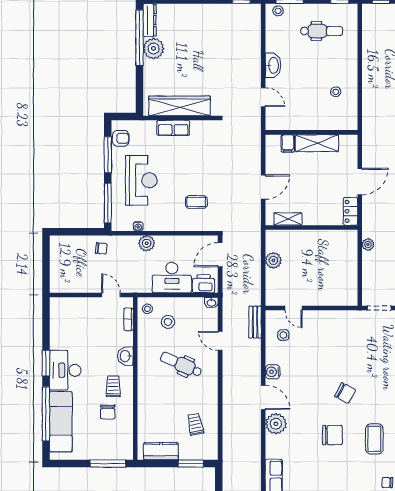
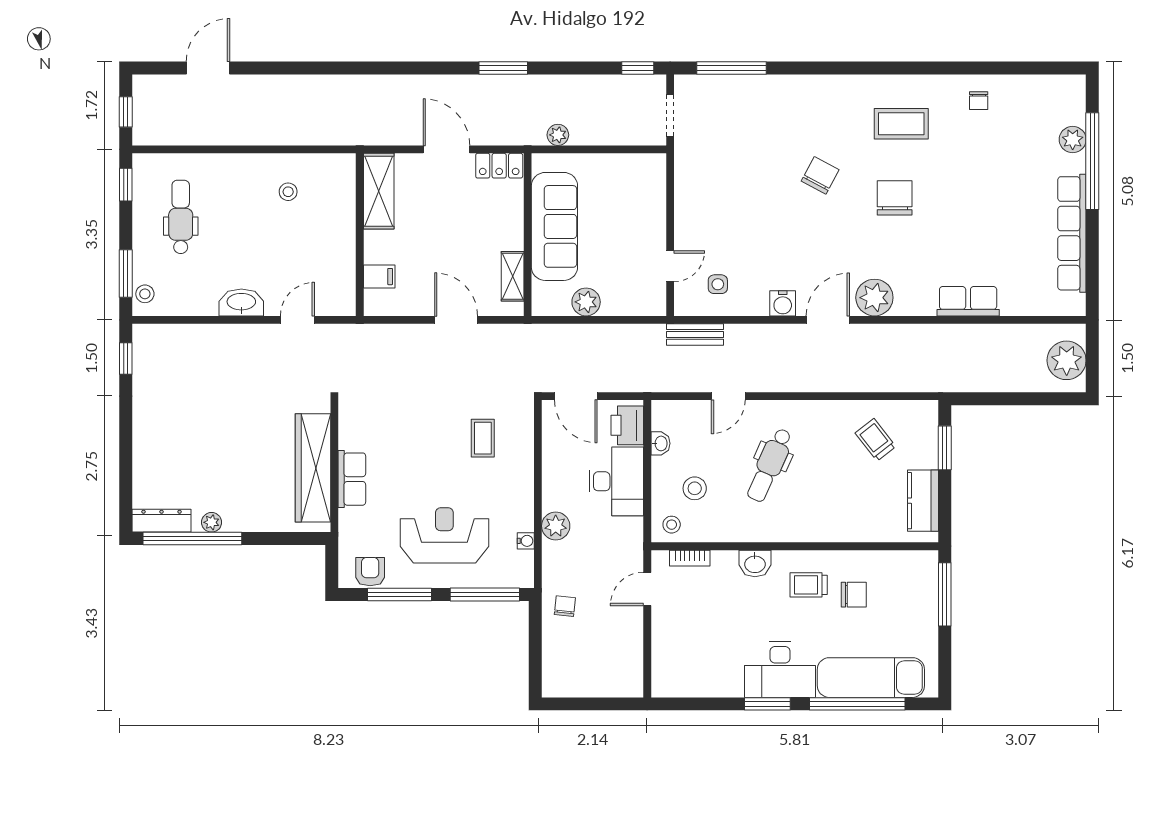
plant: (154, 48) -> (212, 522), width x0.53, depth x0.53
shelving: (317, 143) -> (379, 191), moved
sofa: (316, 243) -> (554, 226), added
washbasin: (211, 303) -> (661, 443), moved
trolley: (195, 424) -> (875, 440), turned 63

